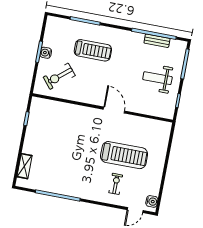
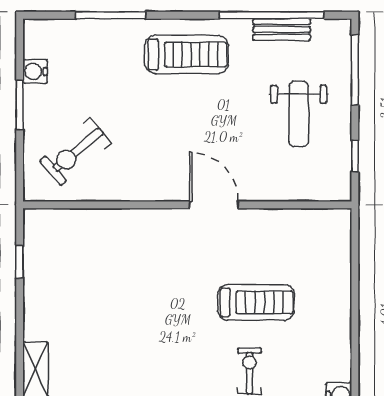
treadmill: (93, 50) -> (187, 54), moved
water cooler: (46, 53) -> (35, 71), moved
weight bench: (157, 78) -> (299, 114), turned -90
treadmill: (124, 155) -> (256, 302), width x0.73, depth x0.73

